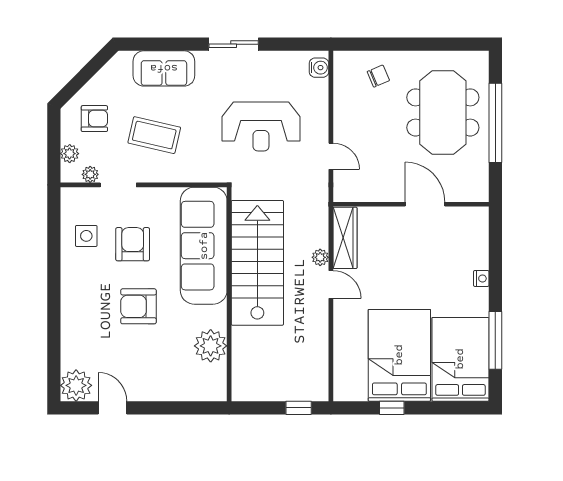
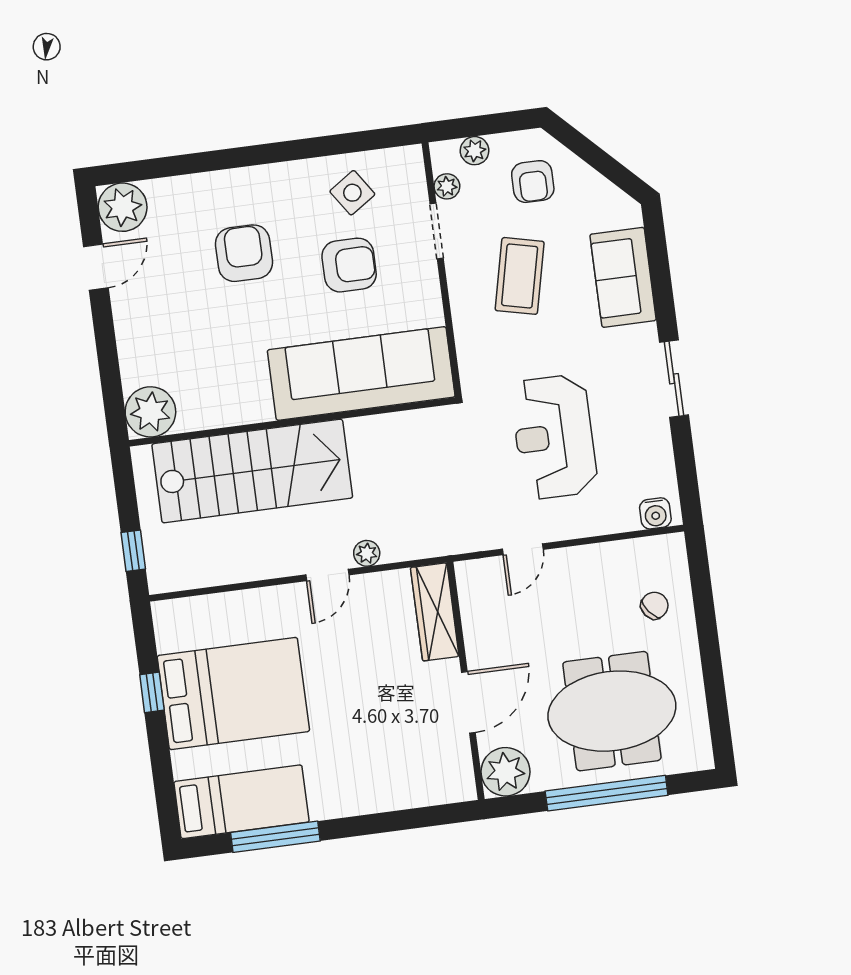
chair: (378, 76) -> (654, 606), turned -105
plant: (473, 186) -> (506, 772), added
side table: (86, 236) -> (352, 193), turned -34
wardrobe: (345, 238) -> (435, 612), moved, turned 90
stairs: (257, 263) -> (252, 471), moved
nightstand: (481, 278) -> (367, 803), removed
armchair: (138, 306) -> (244, 253), moved
plant: (211, 346) -> (150, 412), moved
bed: (460, 359) -> (241, 802), width x0.67

